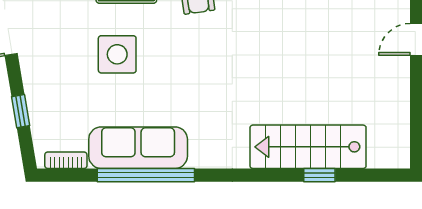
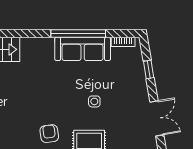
side table: (117, 54) -> (94, 101), width x0.54, depth x0.54

